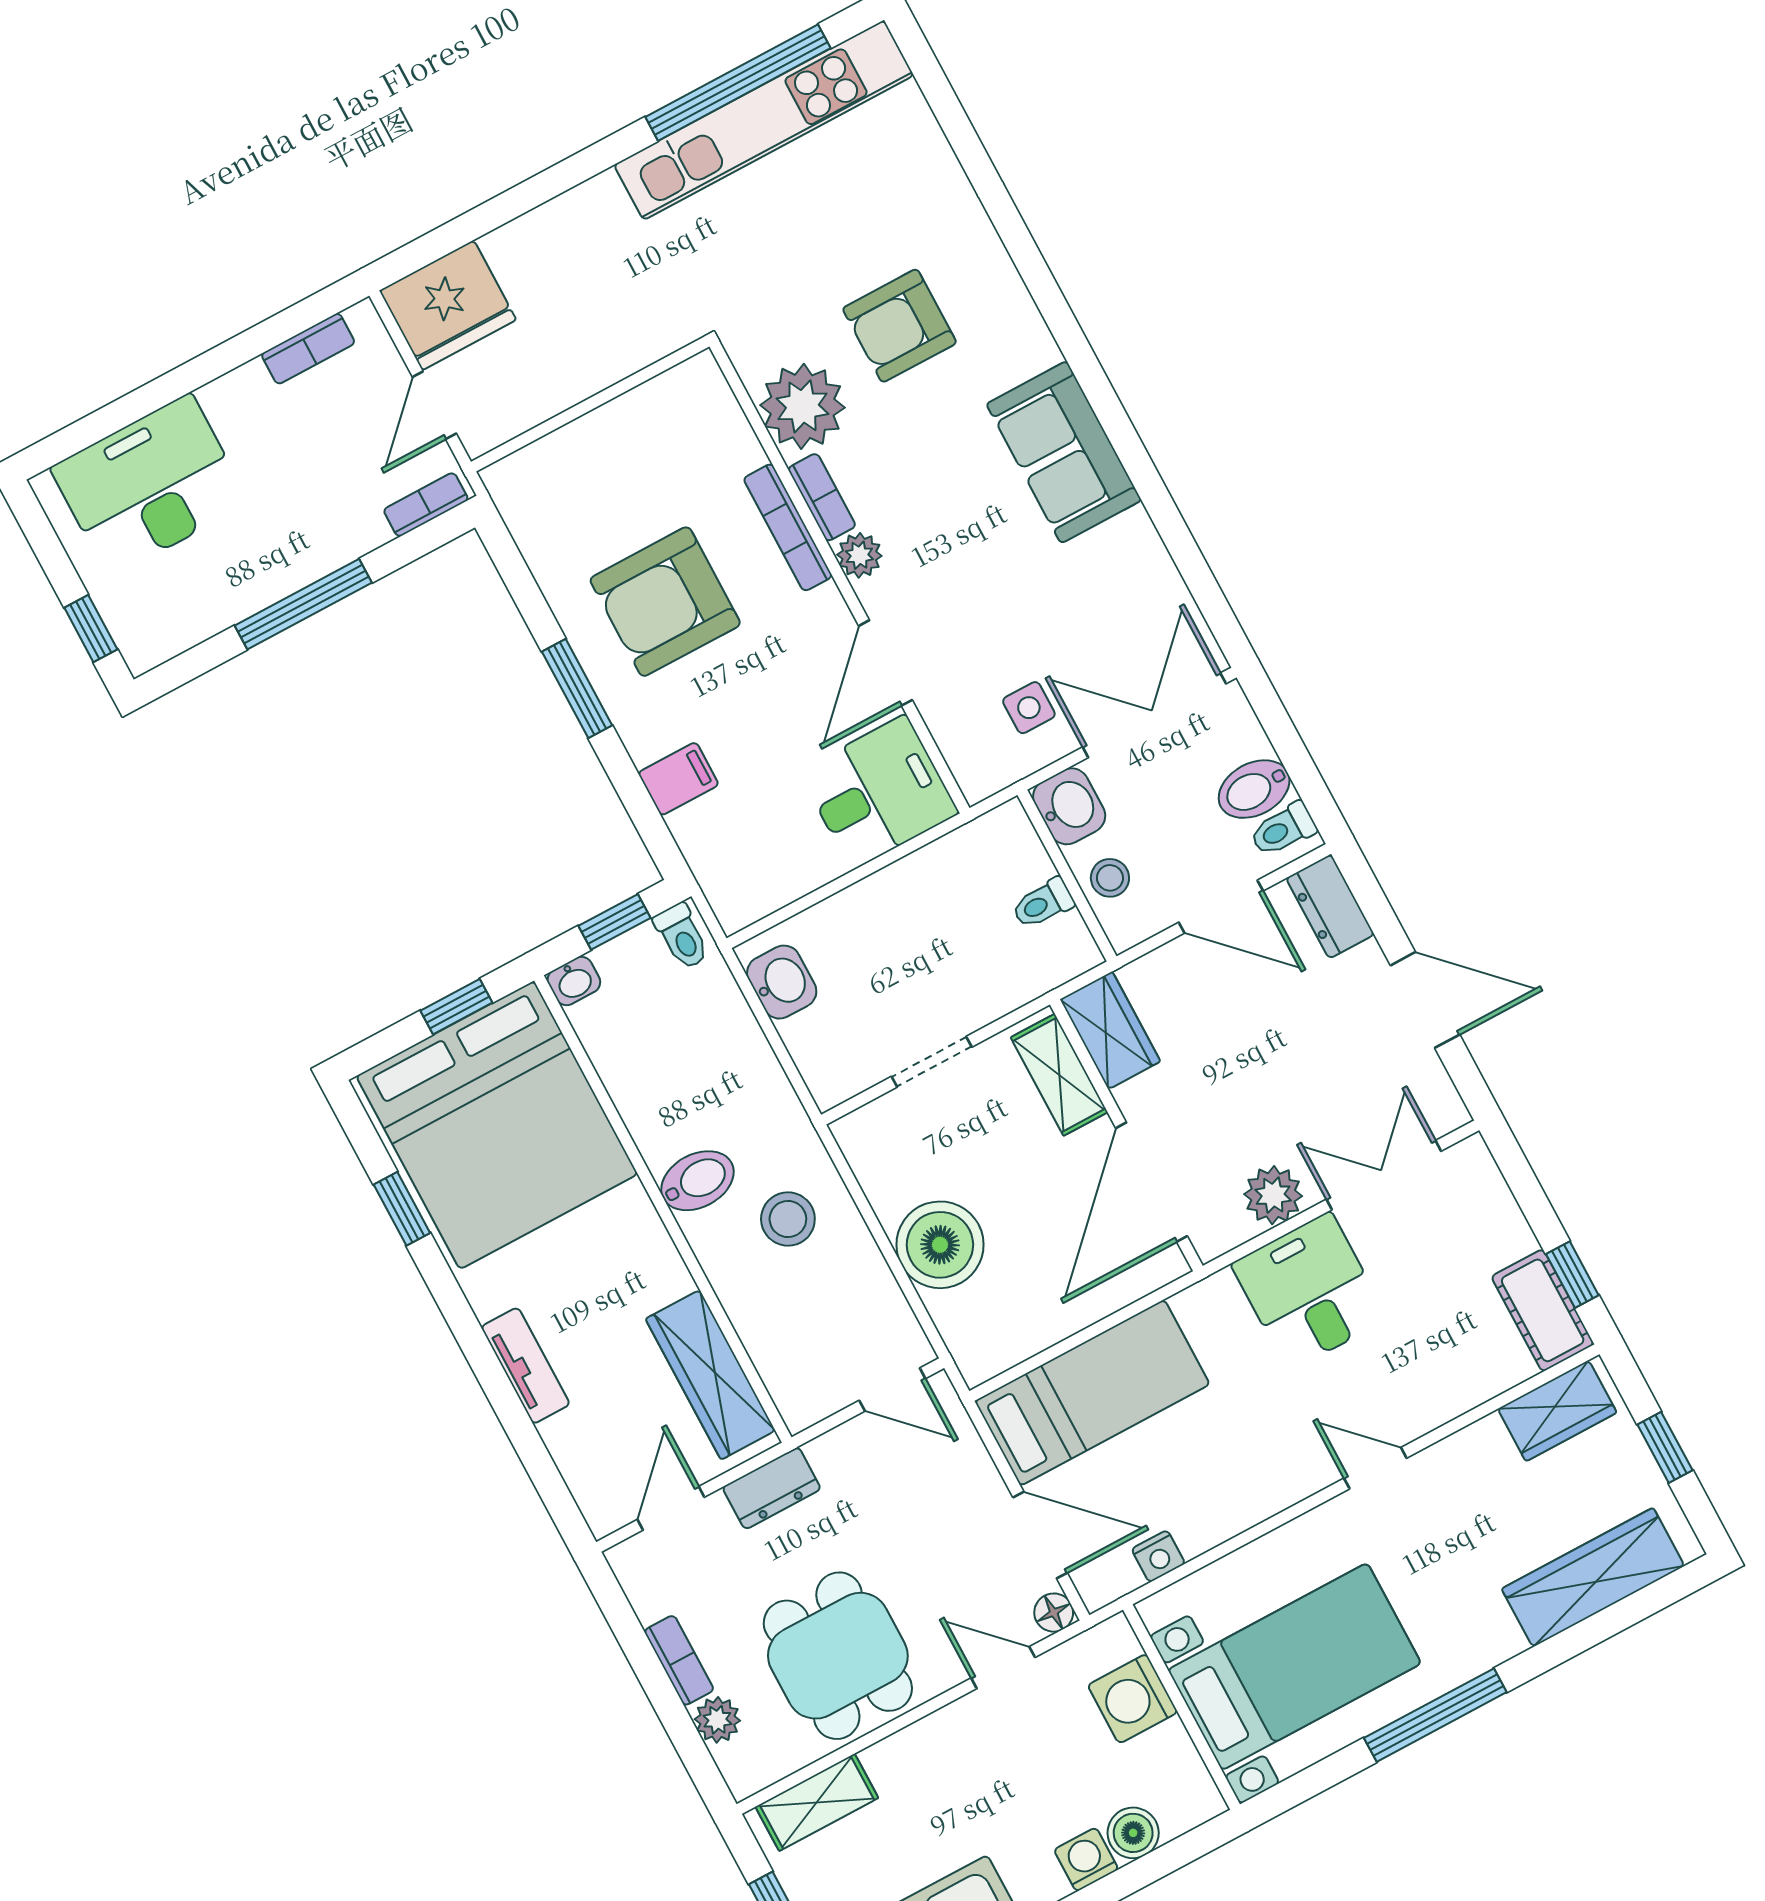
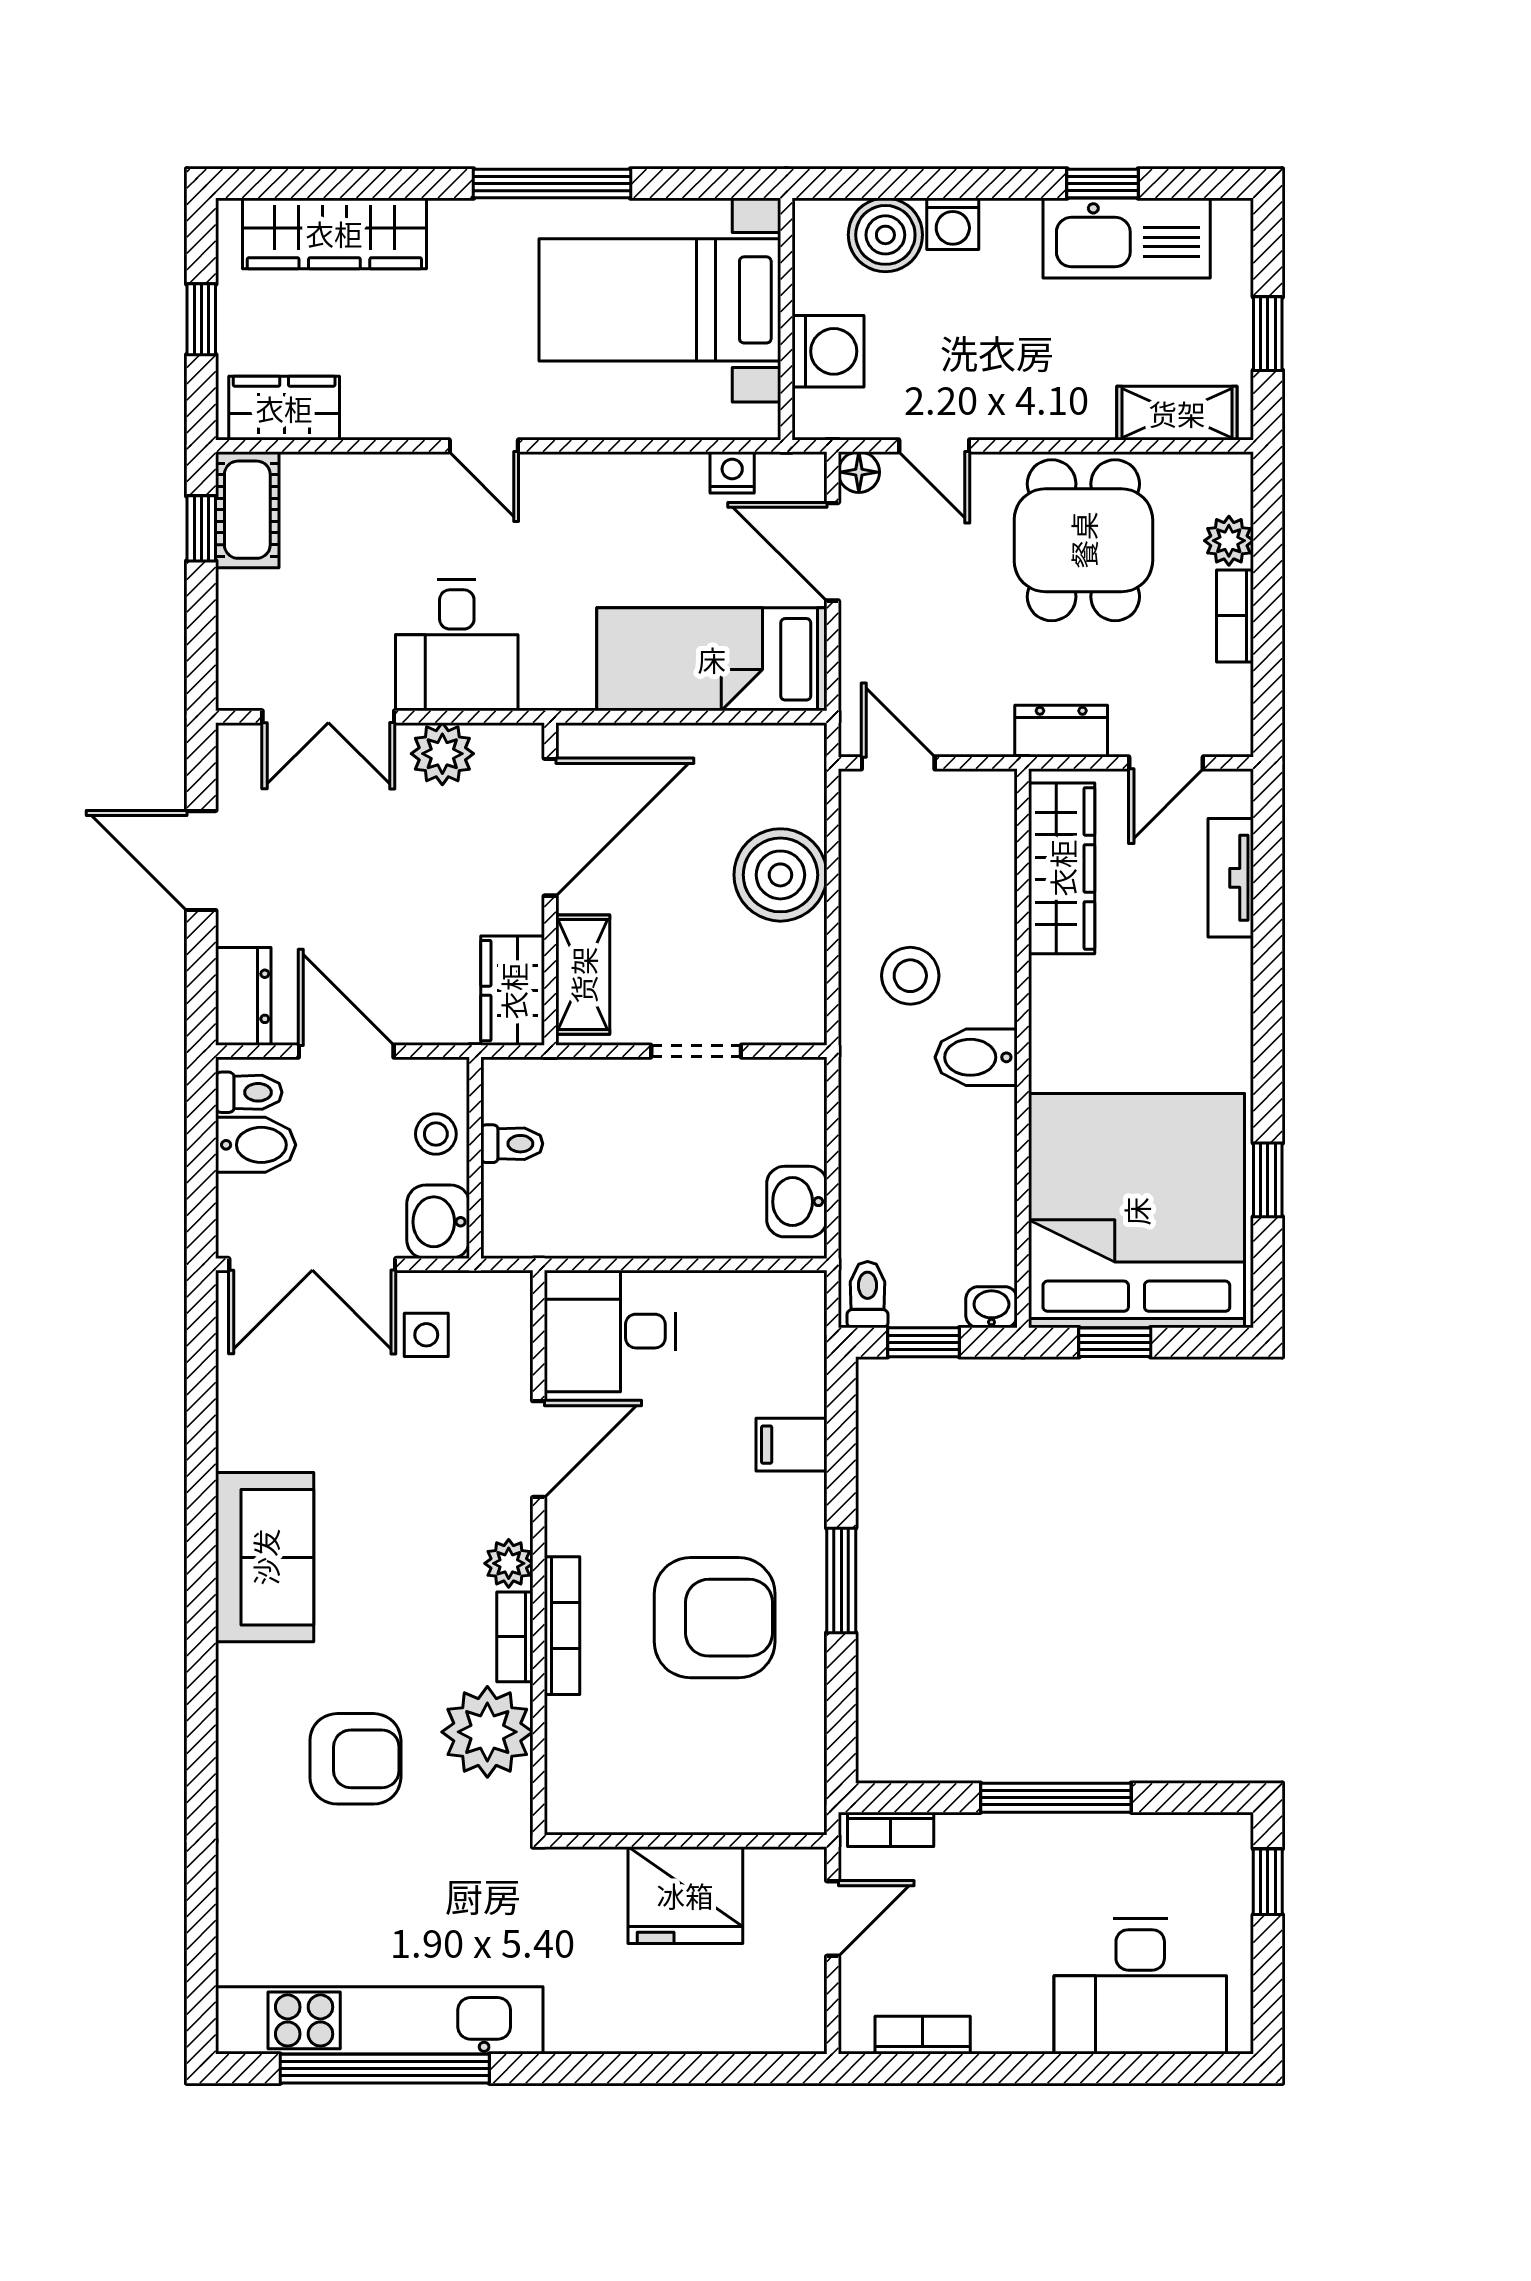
fridge: (448, 305) -> (685, 1895), moved, turned 180
tv unit: (525, 1366) -> (1231, 878), moved
boiler: (1133, 1833) -> (885, 235), width x1.36, depth x1.36

